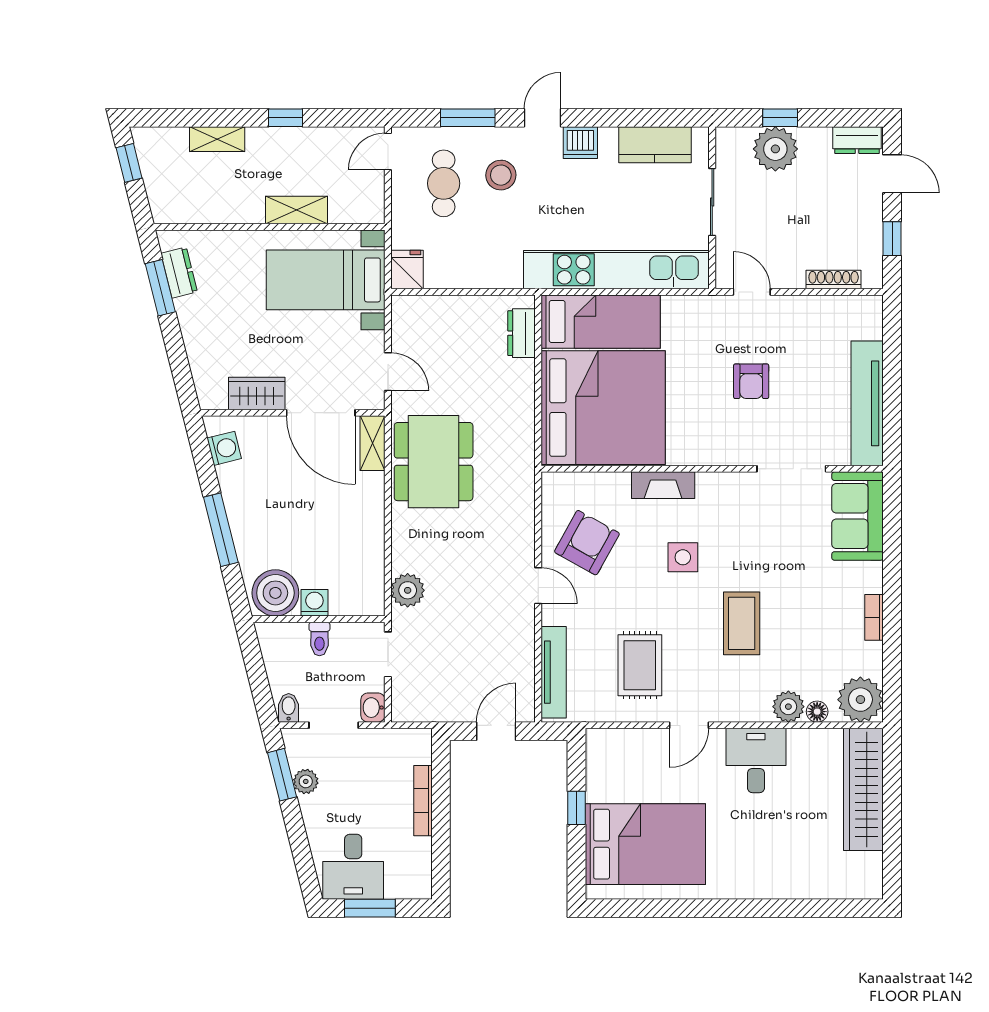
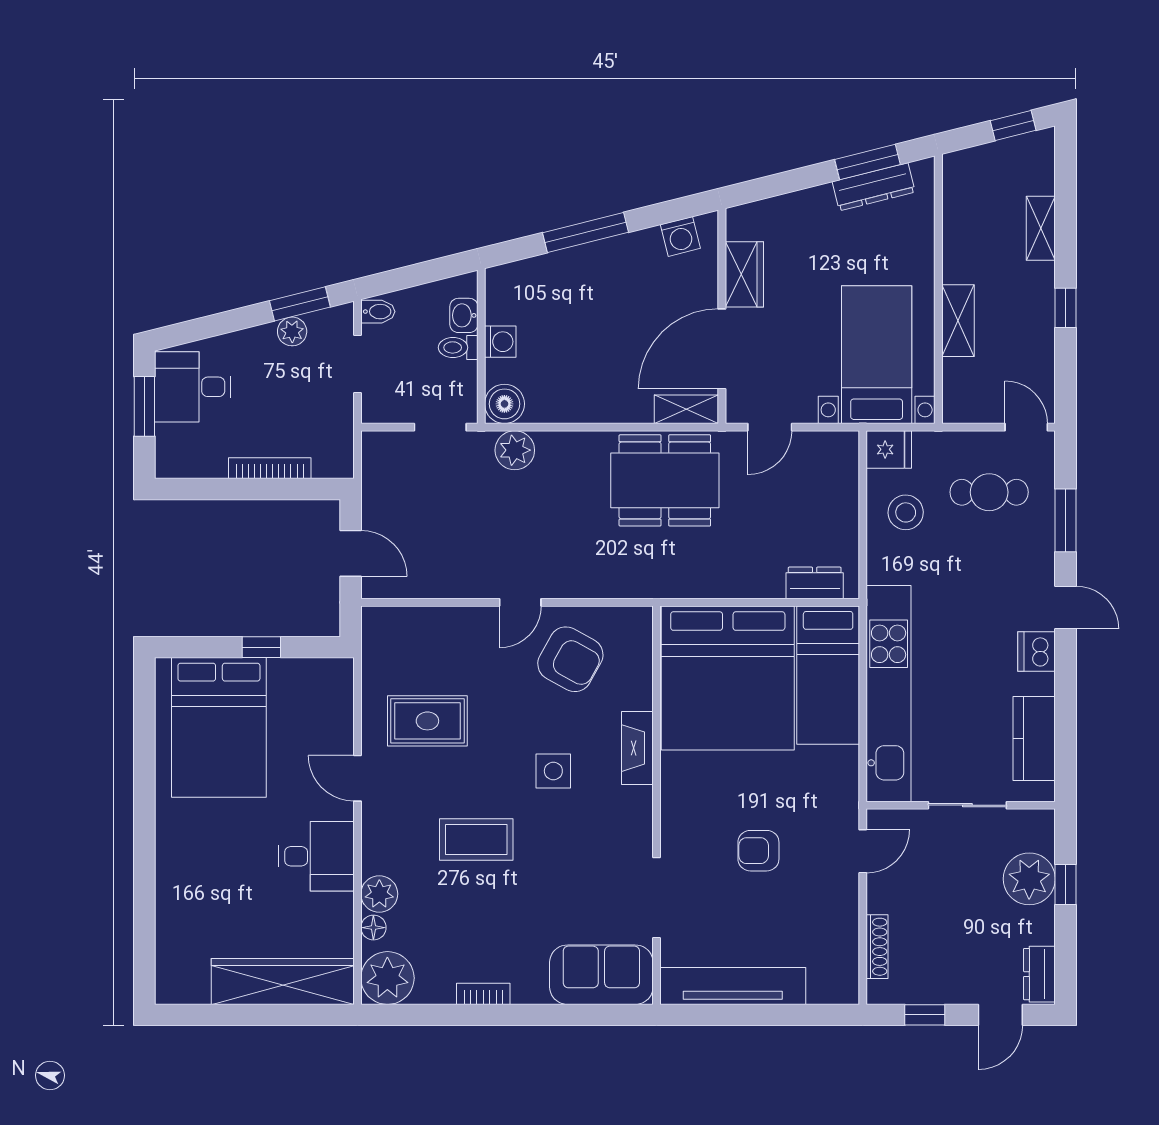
stool: (501, 175) -> (906, 512), moved
dresser: (179, 273) -> (874, 187), width x1.44
boiler: (275, 593) -> (504, 404), moved, width x0.73, depth x0.73
tv unit: (554, 672) -> (419, 620), removed
washbasin: (373, 708) -> (464, 315), moved, turned -90

